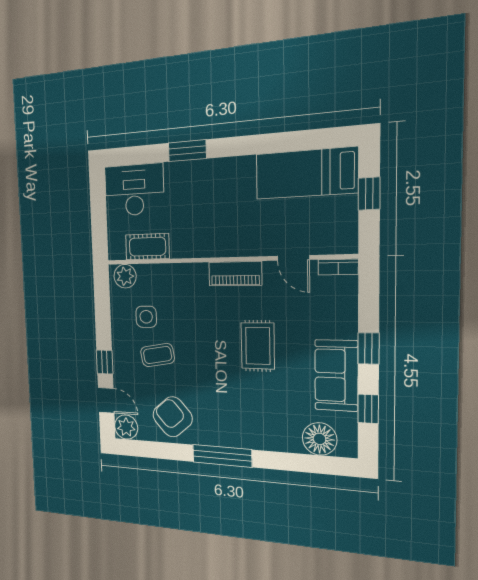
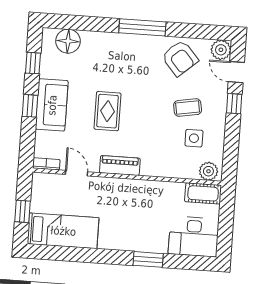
cot: (147, 247) -> (203, 193), moved
sofa: (336, 375) -> (52, 105), moved

